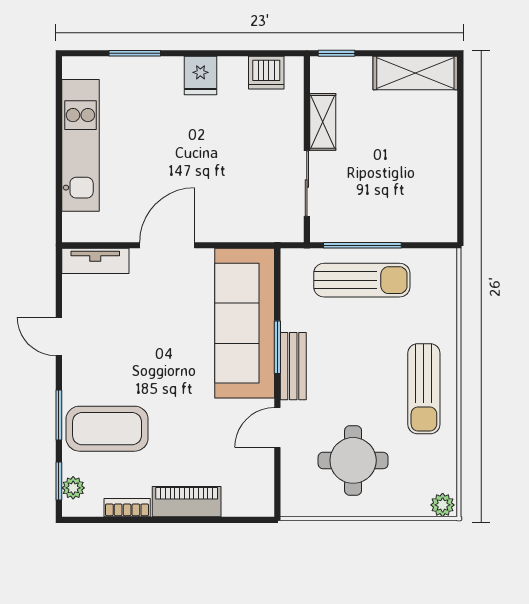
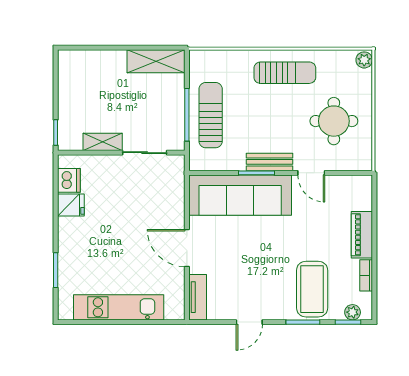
shelving: (415, 73) -> (156, 61), moved, turned 90
fridge: (200, 76) -> (71, 205), moved

